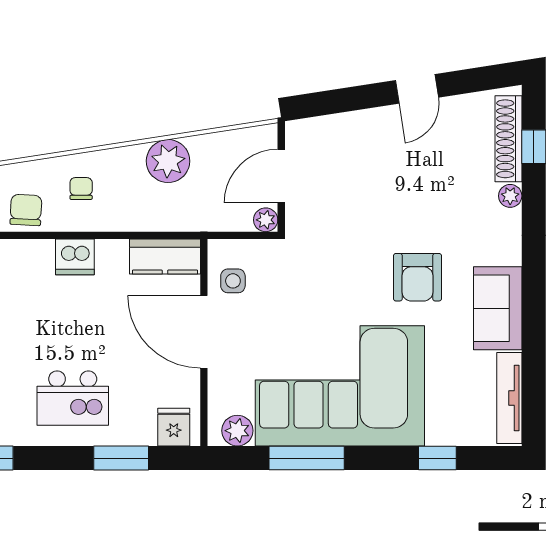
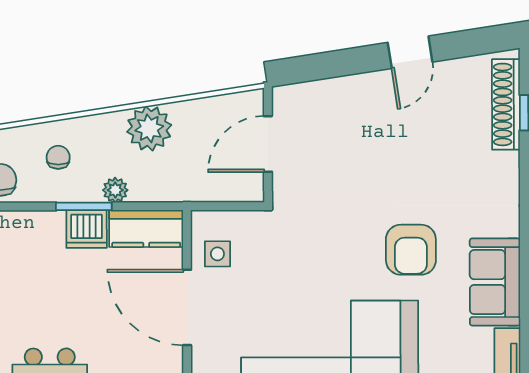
plant: (510, 196) -> (508, 164), removed
plant: (266, 220) -> (115, 190), moved
window: (105, 235) -> (84, 206), added
dishwasher: (75, 257) -> (87, 229), moved

